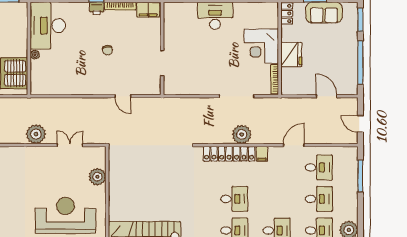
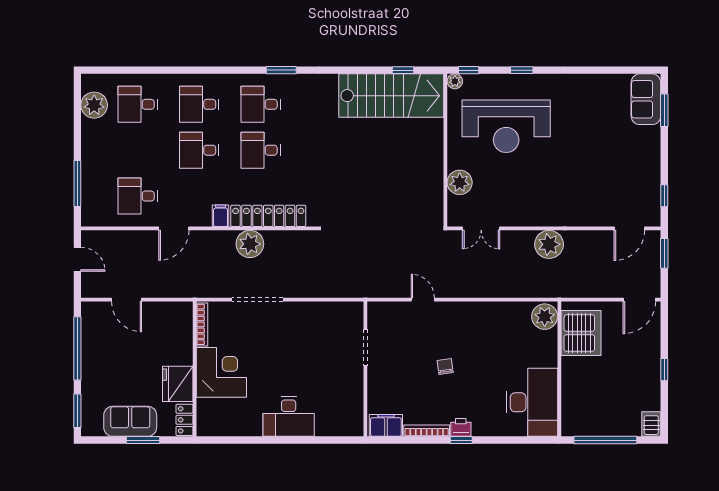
fridge: (291, 54) -> (178, 384), moved
plant: (35, 55) -> (545, 317), moved, width x1.88, depth x1.88
double door: (70, 145) -> (481, 228), moved
desk: (319, 199) -> (199, 150), moved

